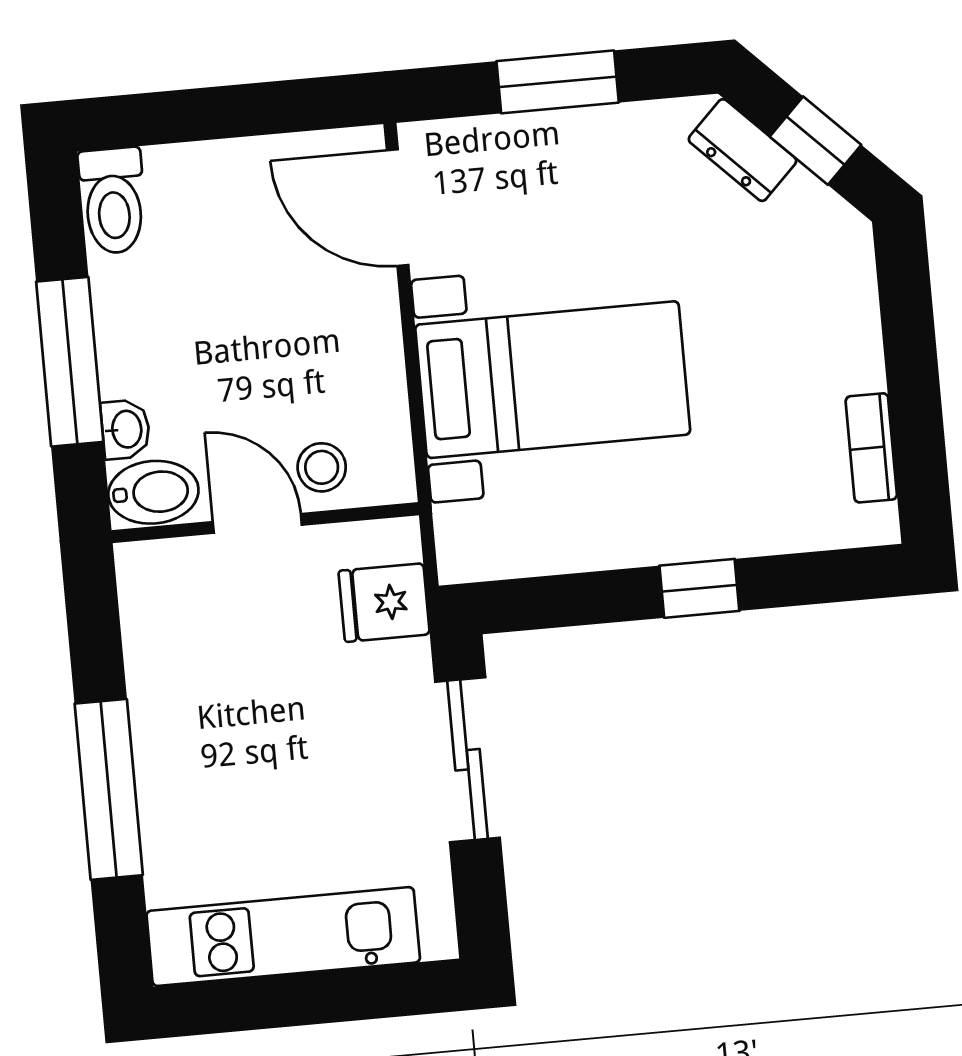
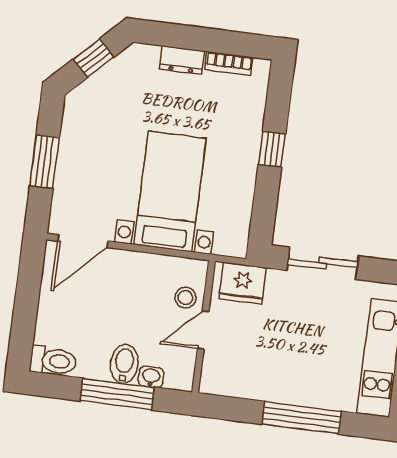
dresser: (742, 150) -> (182, 60), moved, turned 45
bidet: (153, 492) -> (124, 364), moved
fridge: (384, 603) -> (243, 283), width x1.38

